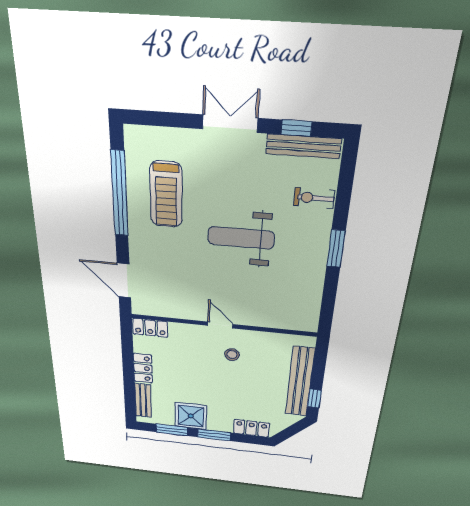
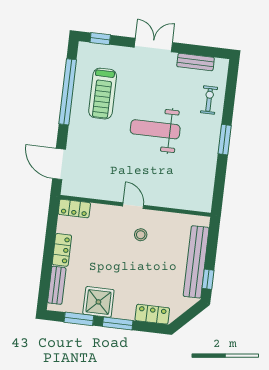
window: (297, 128) -> (100, 39), moved
bench: (303, 146) -> (196, 62), width x0.73
exercise bike: (314, 198) -> (209, 100), turned 90

